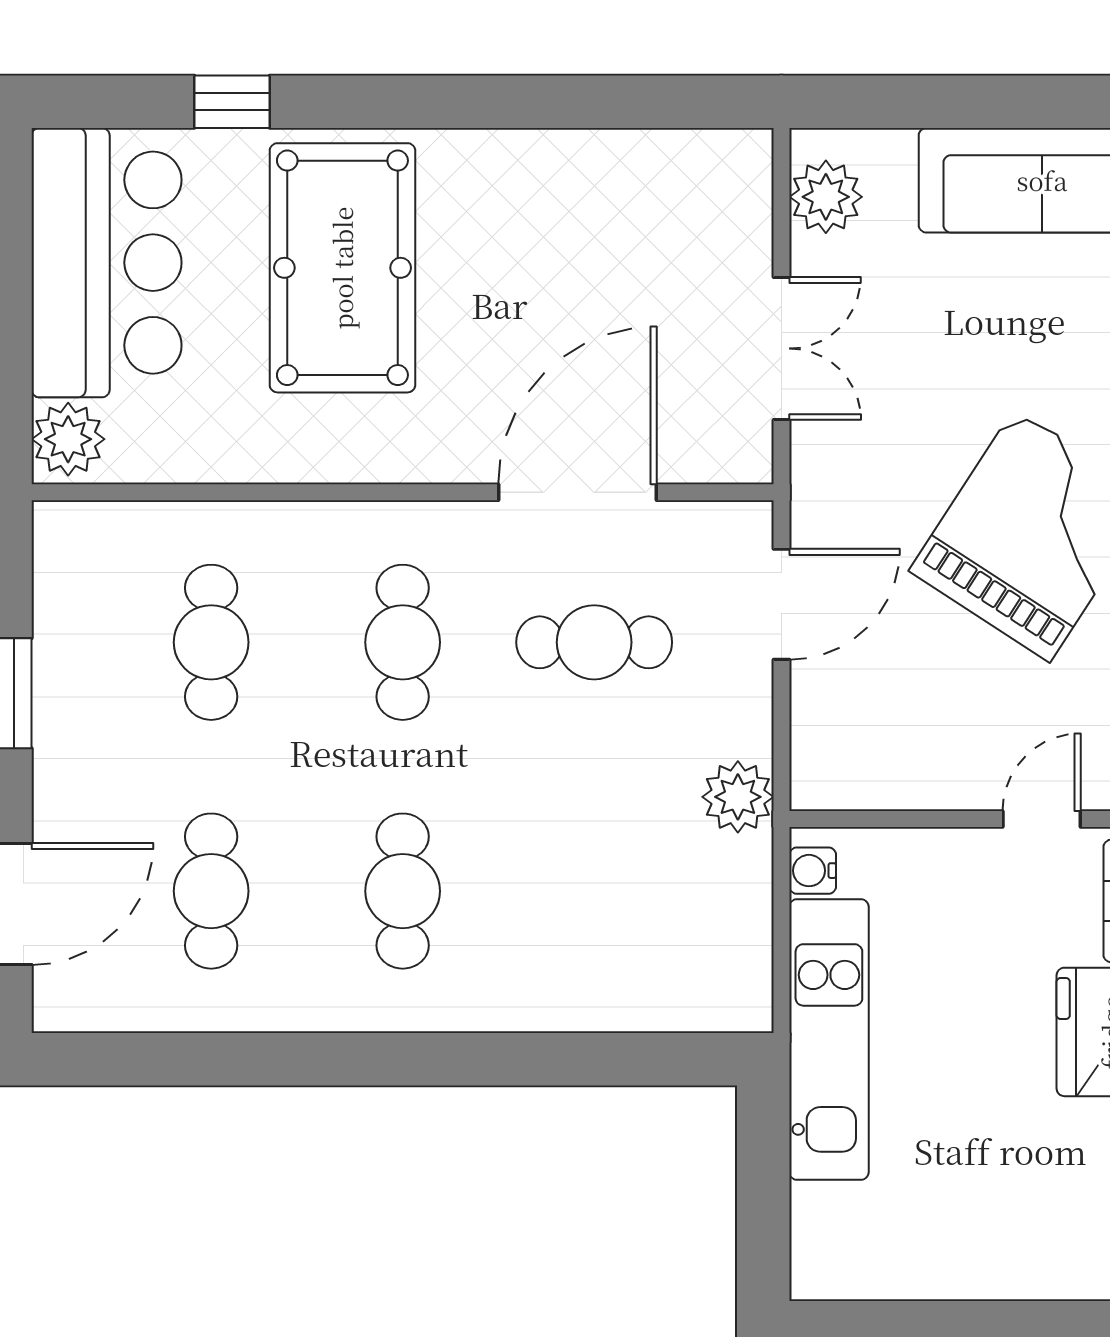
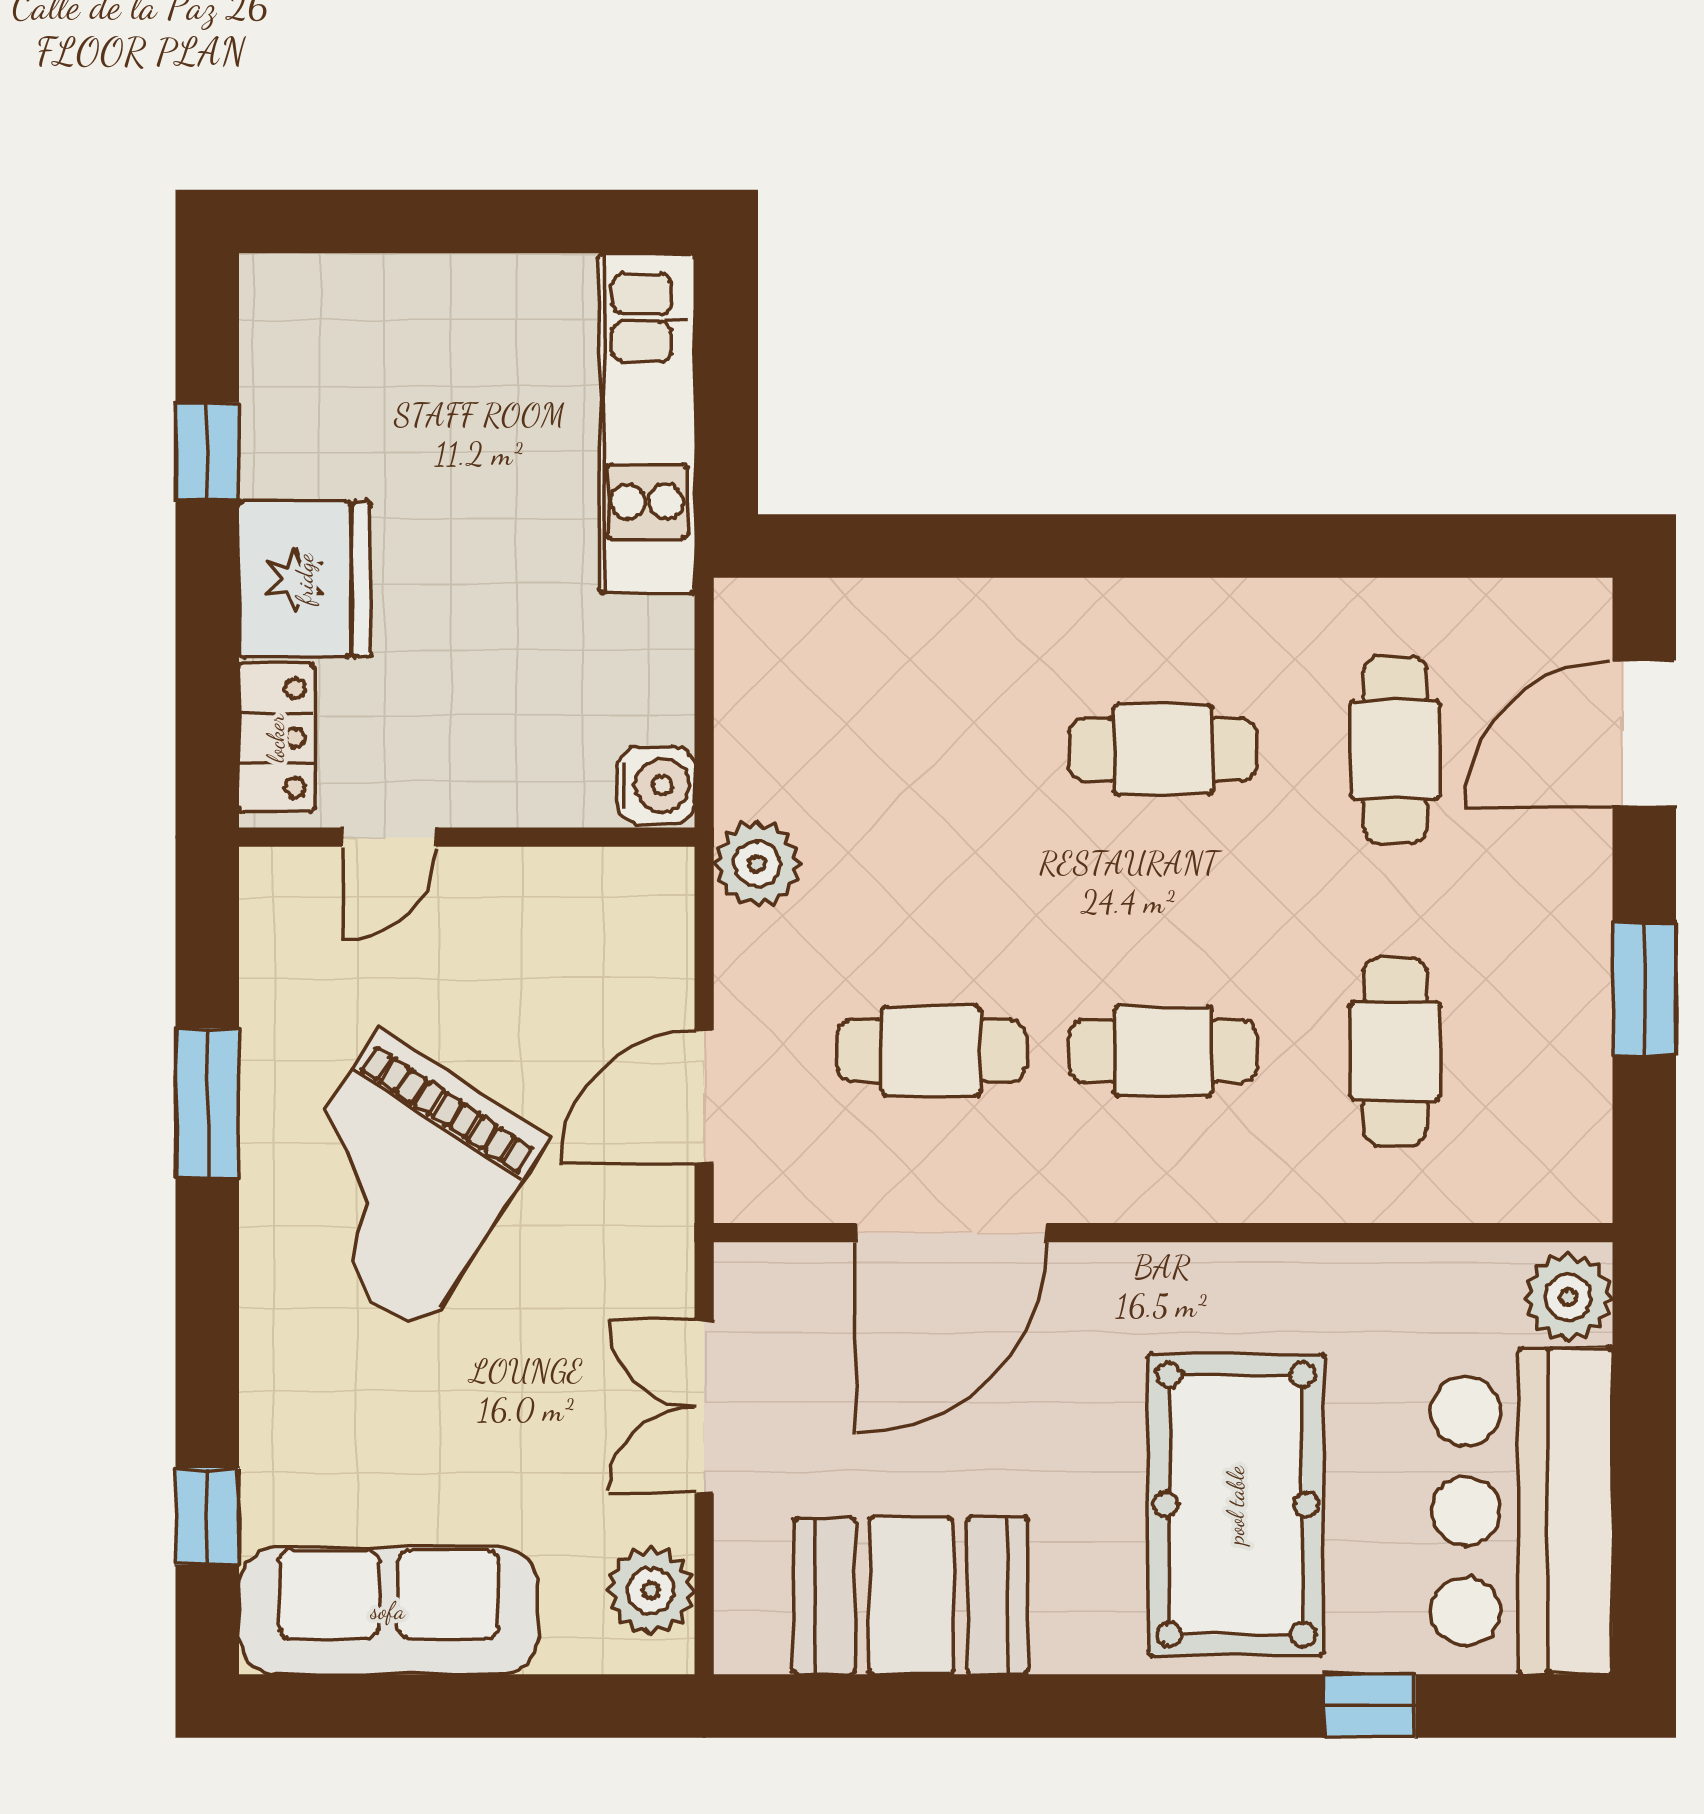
booth: (611, 193) -> (911, 1596), added
cafe table: (403, 642) -> (1163, 1051), turned 90
water cooler: (813, 871) -> (656, 785), width x1.38, depth x1.38
cafe table: (403, 891) -> (1163, 750), turned 90
kitchen unit: (829, 1040) -> (647, 423), moved

